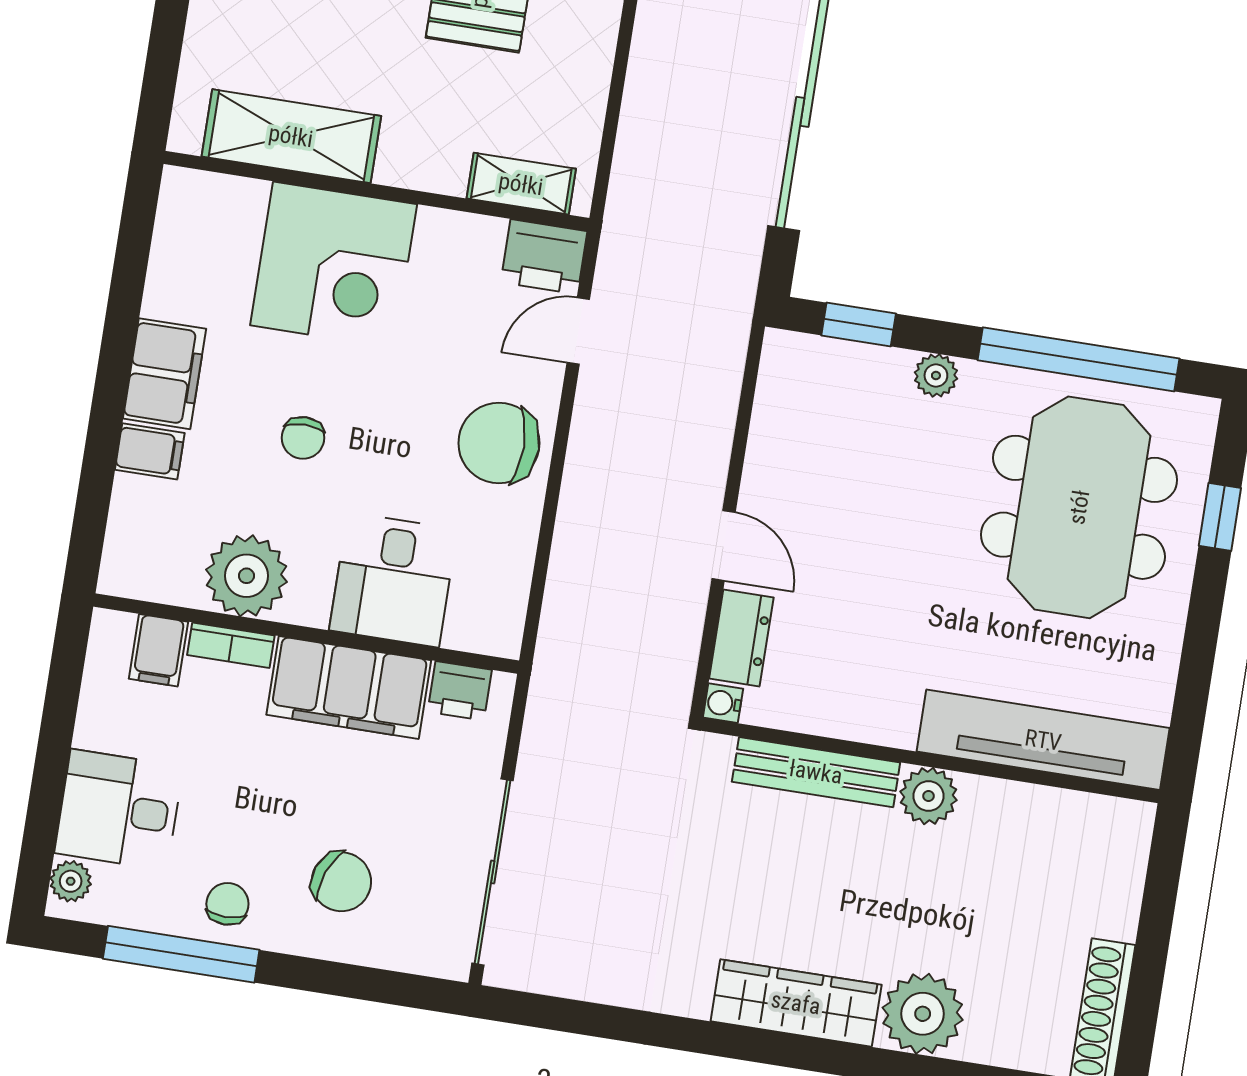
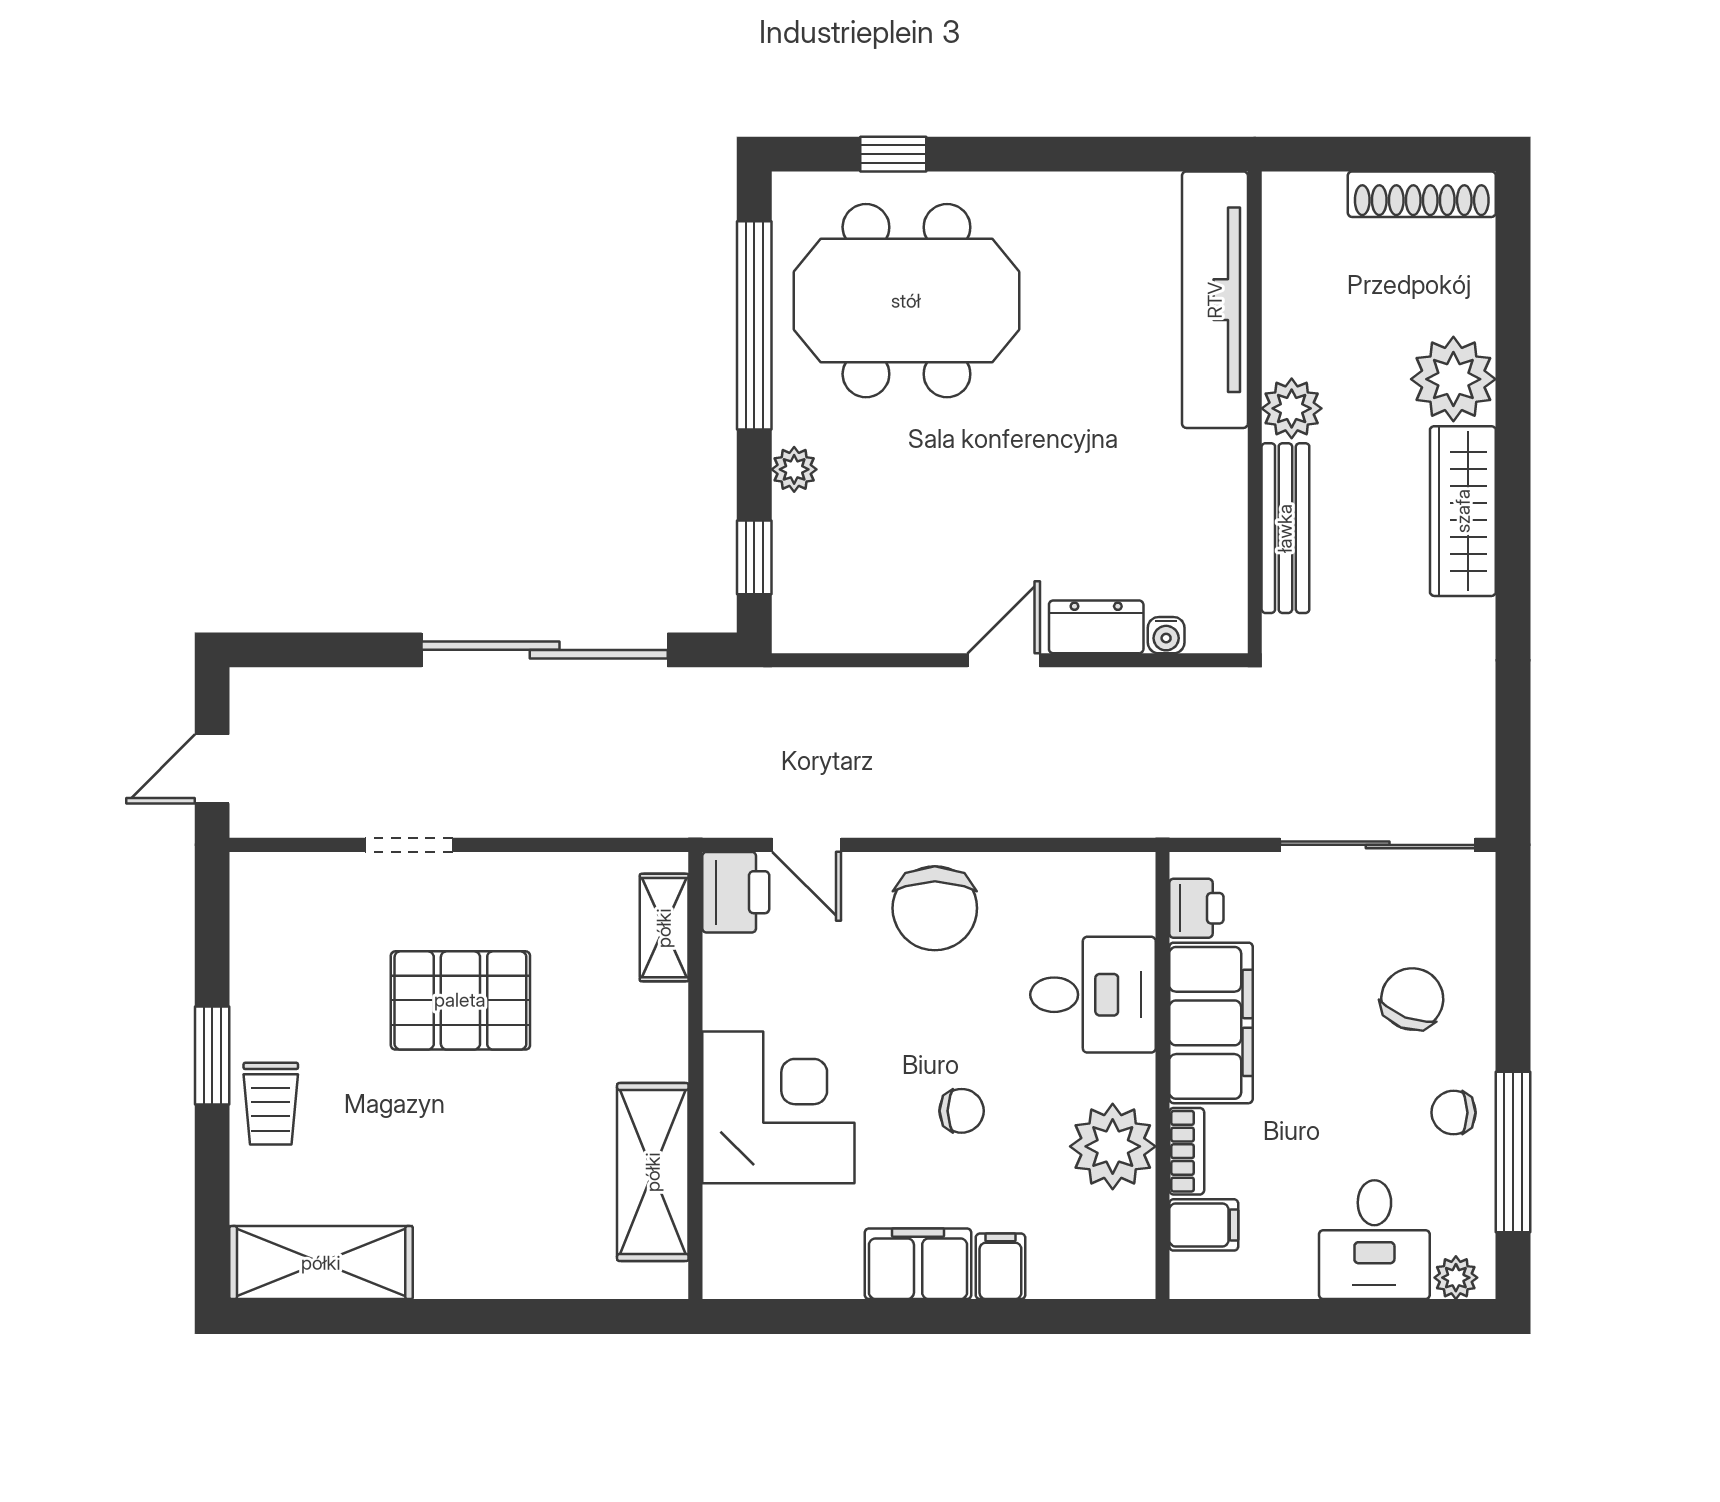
tv unit: (1043, 740) -> (1215, 300), moved
wall: (930, 760) -> (1255, 412), moved
bench: (816, 772) -> (1285, 528), moved
plant: (929, 796) -> (1292, 408), moved

